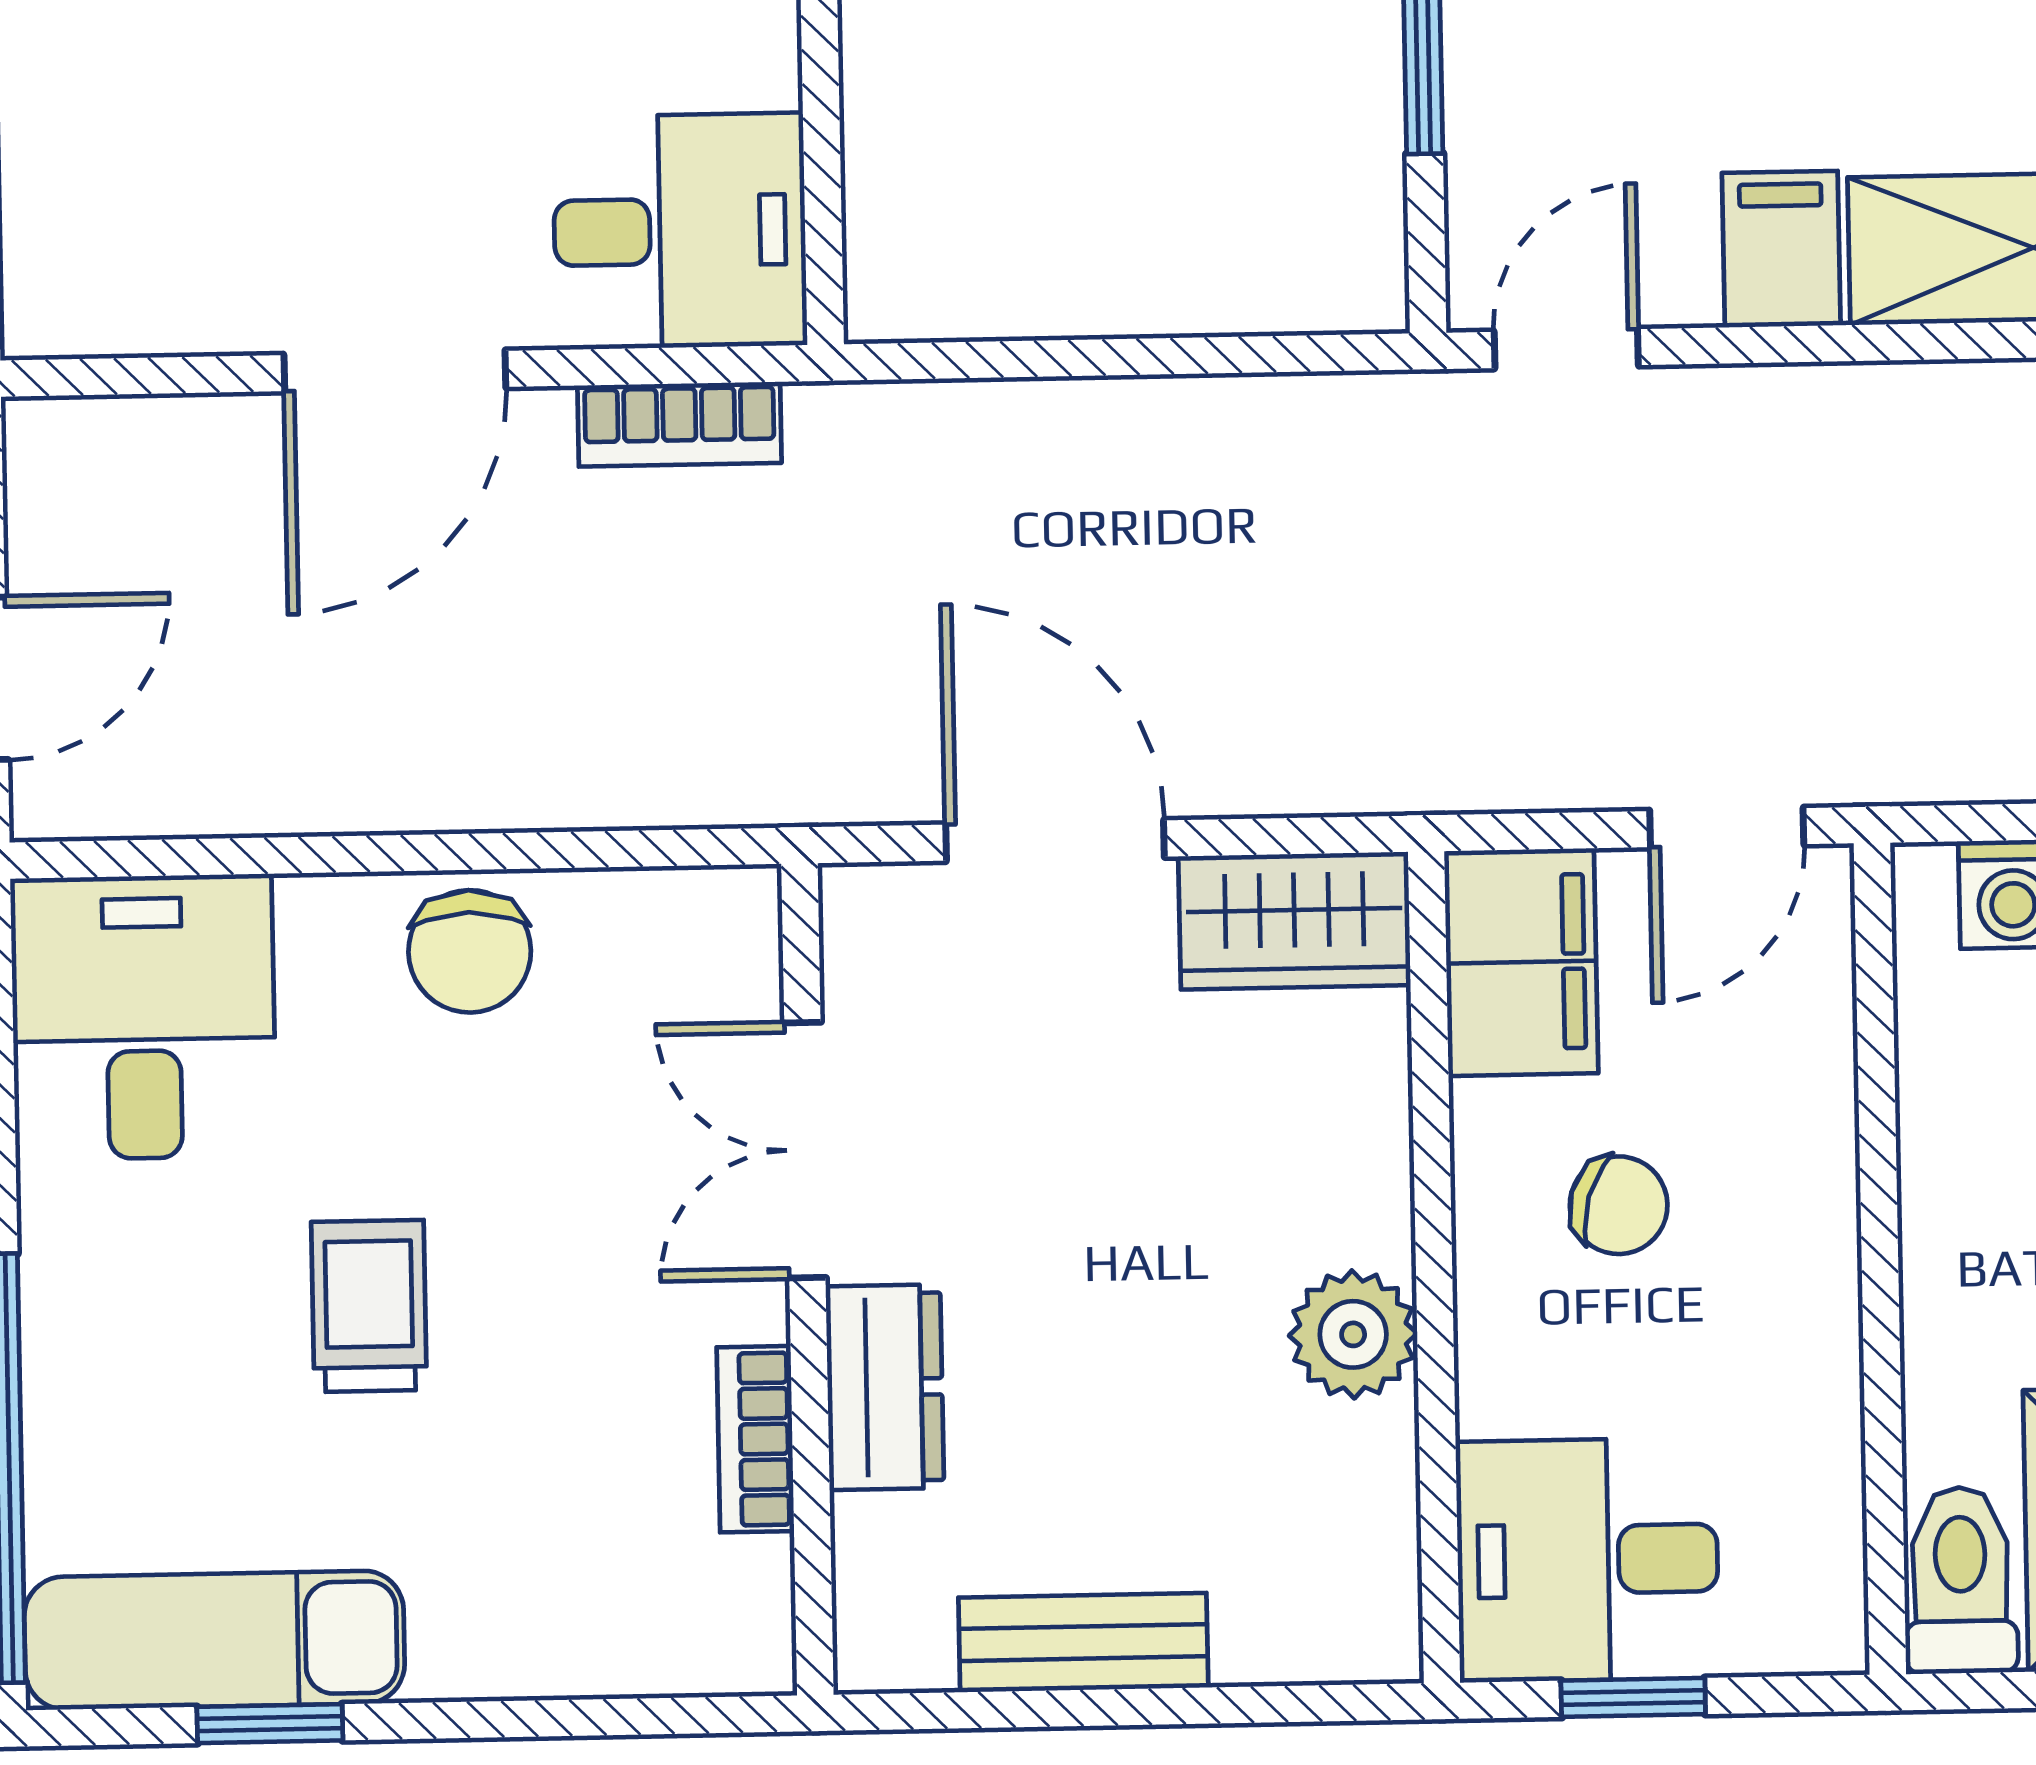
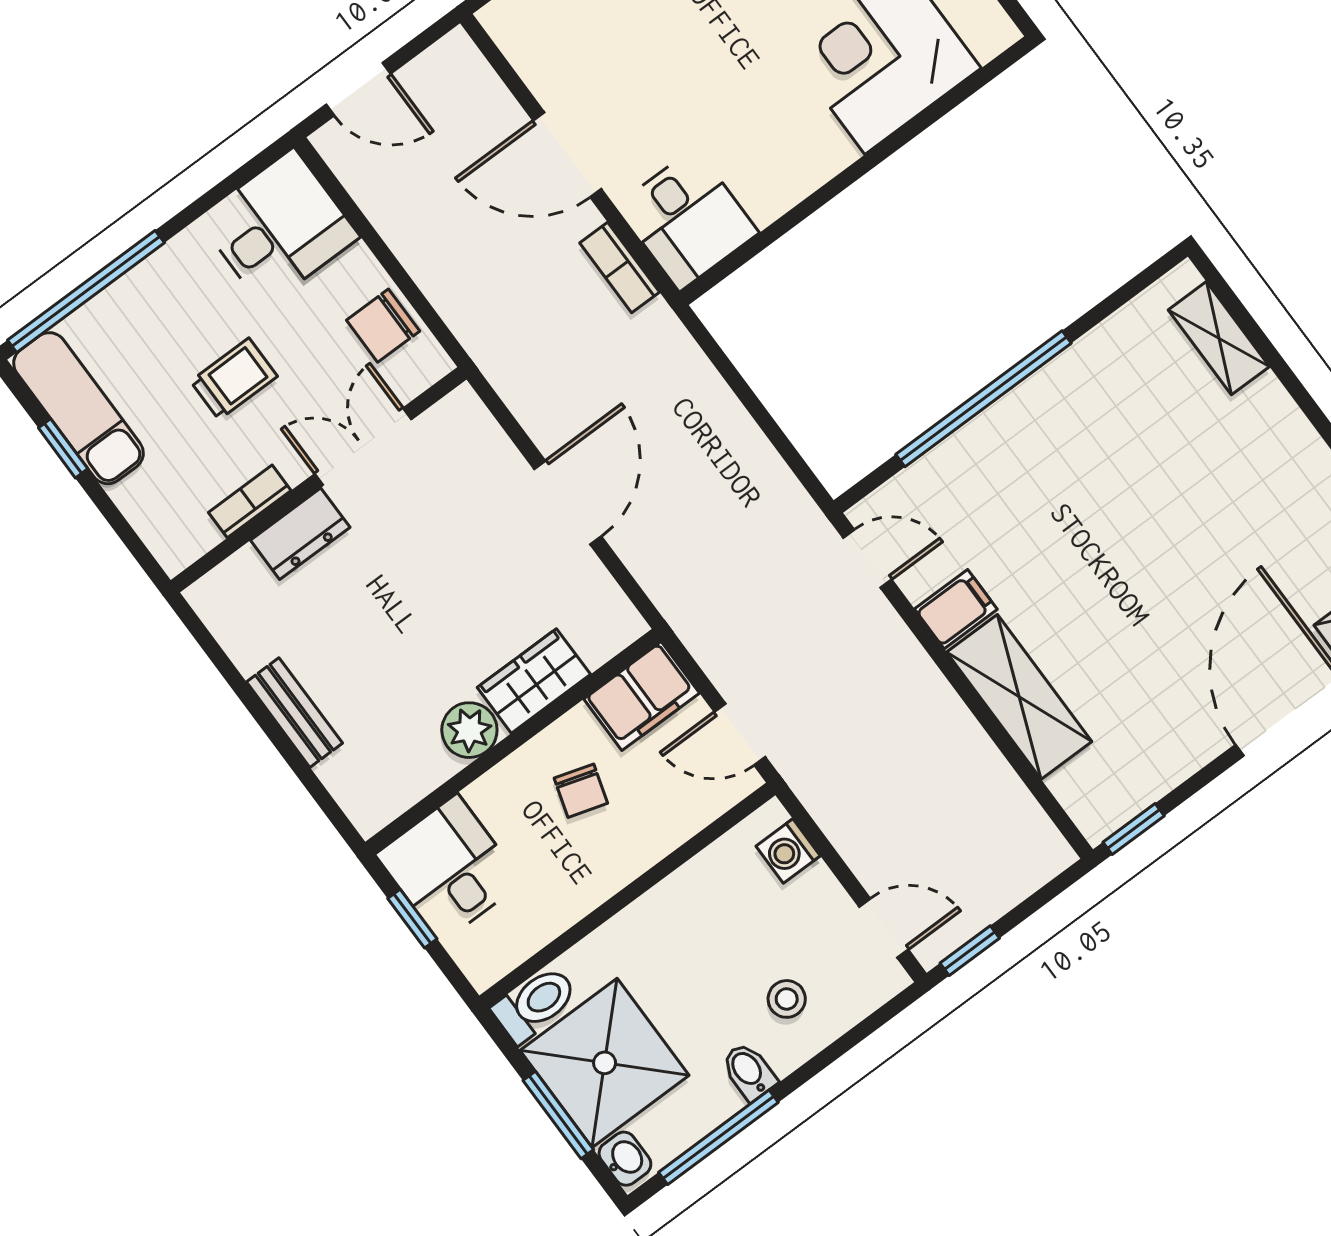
wardrobe: (1294, 921) -> (534, 681), moved, turned 90
double door: (805, 1150) -> (363, 447), moved
wall: (807, 1279) -> (319, 480), moved
dresser: (885, 1387) -> (300, 534), moved
bookcase: (755, 1439) -> (250, 501), moved

